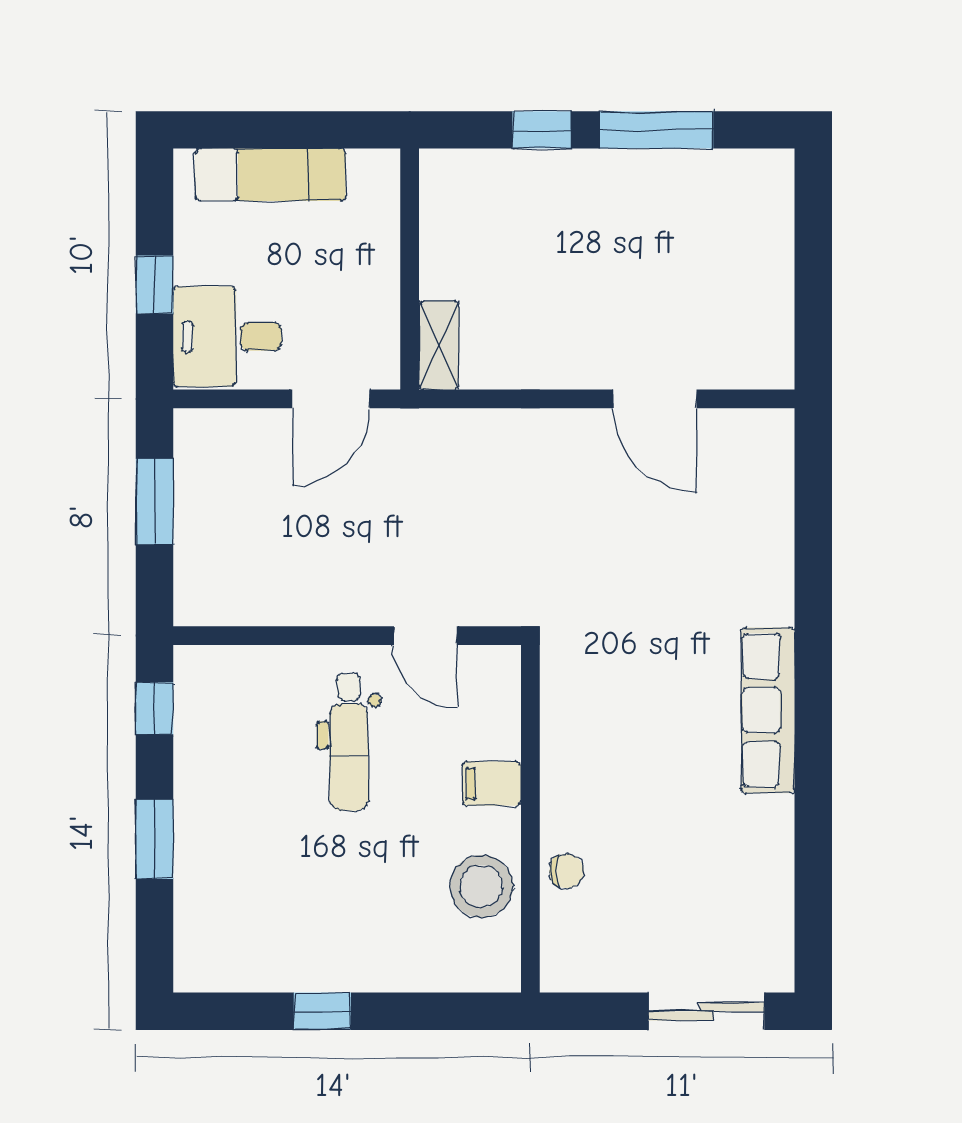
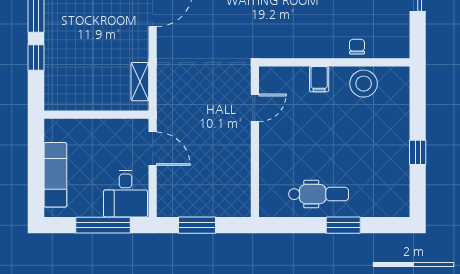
window: (155, 284) -> (103, 225), width x2.17
shelving: (439, 345) -> (140, 82), moved, turned 90
window: (155, 708) -> (286, 225), removed
dental chair: (349, 742) -> (319, 194), moved

